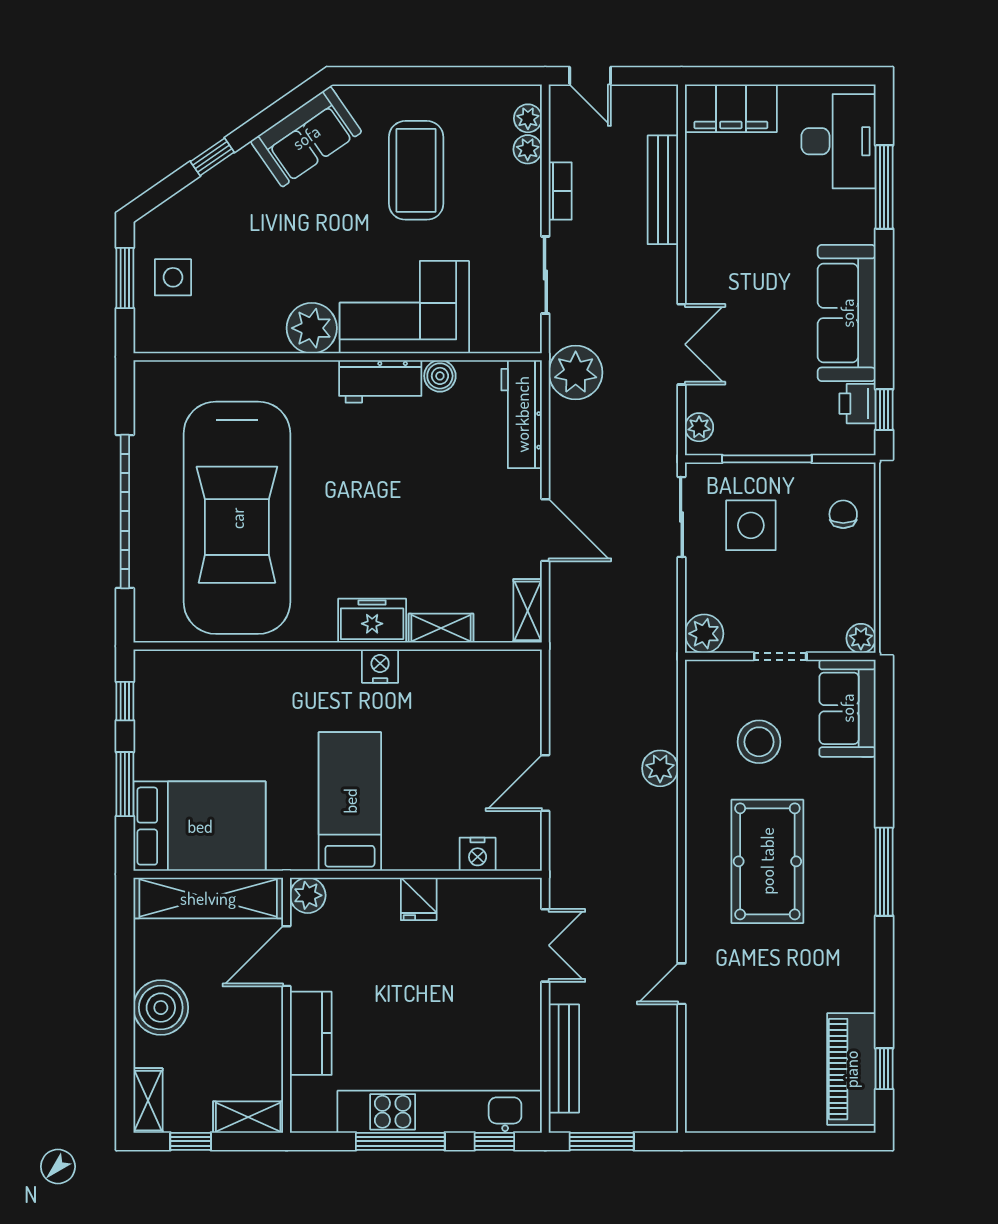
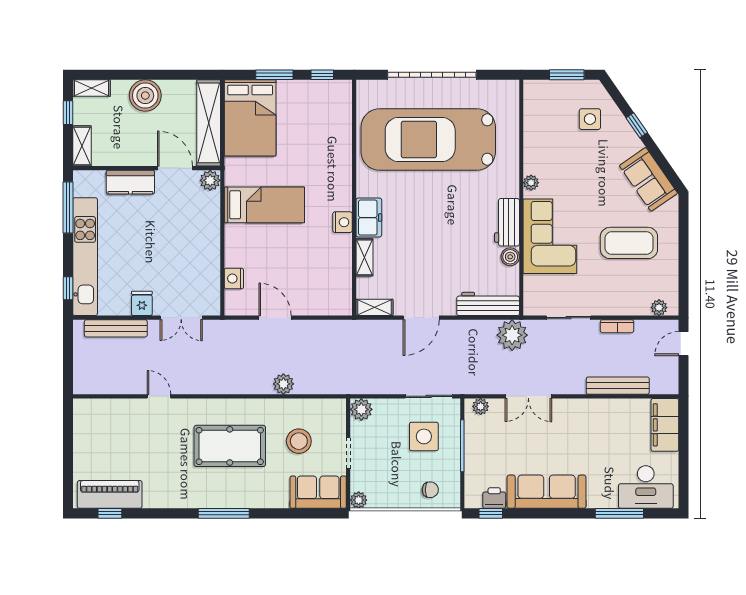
plant: (528, 149) -> (641, 307), removed
side table: (173, 277) -> (590, 119), moved
plant: (312, 328) -> (531, 183), width x0.53, depth x0.53
fridge: (419, 899) -> (142, 303), moved, turned 90
window: (400, 1141) -> (68, 207), moved
window: (602, 1141) -> (68, 350), removed

